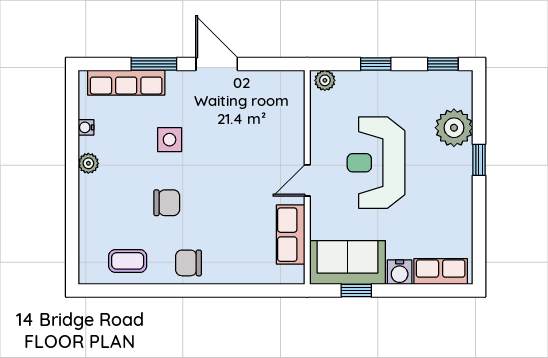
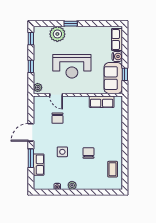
row of seats: (126, 83) -> (39, 165), width x0.68
door: (307, 180) -> (56, 95), moved
chair: (188, 263) -> (57, 118), moved

